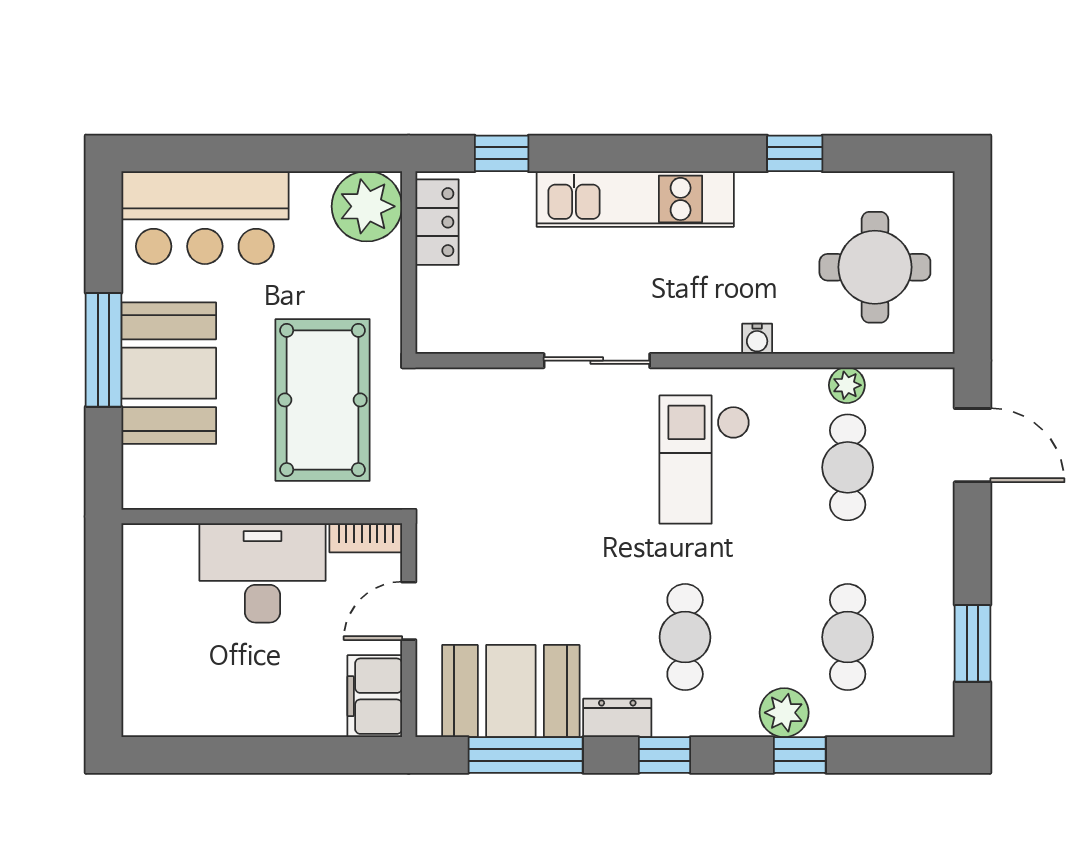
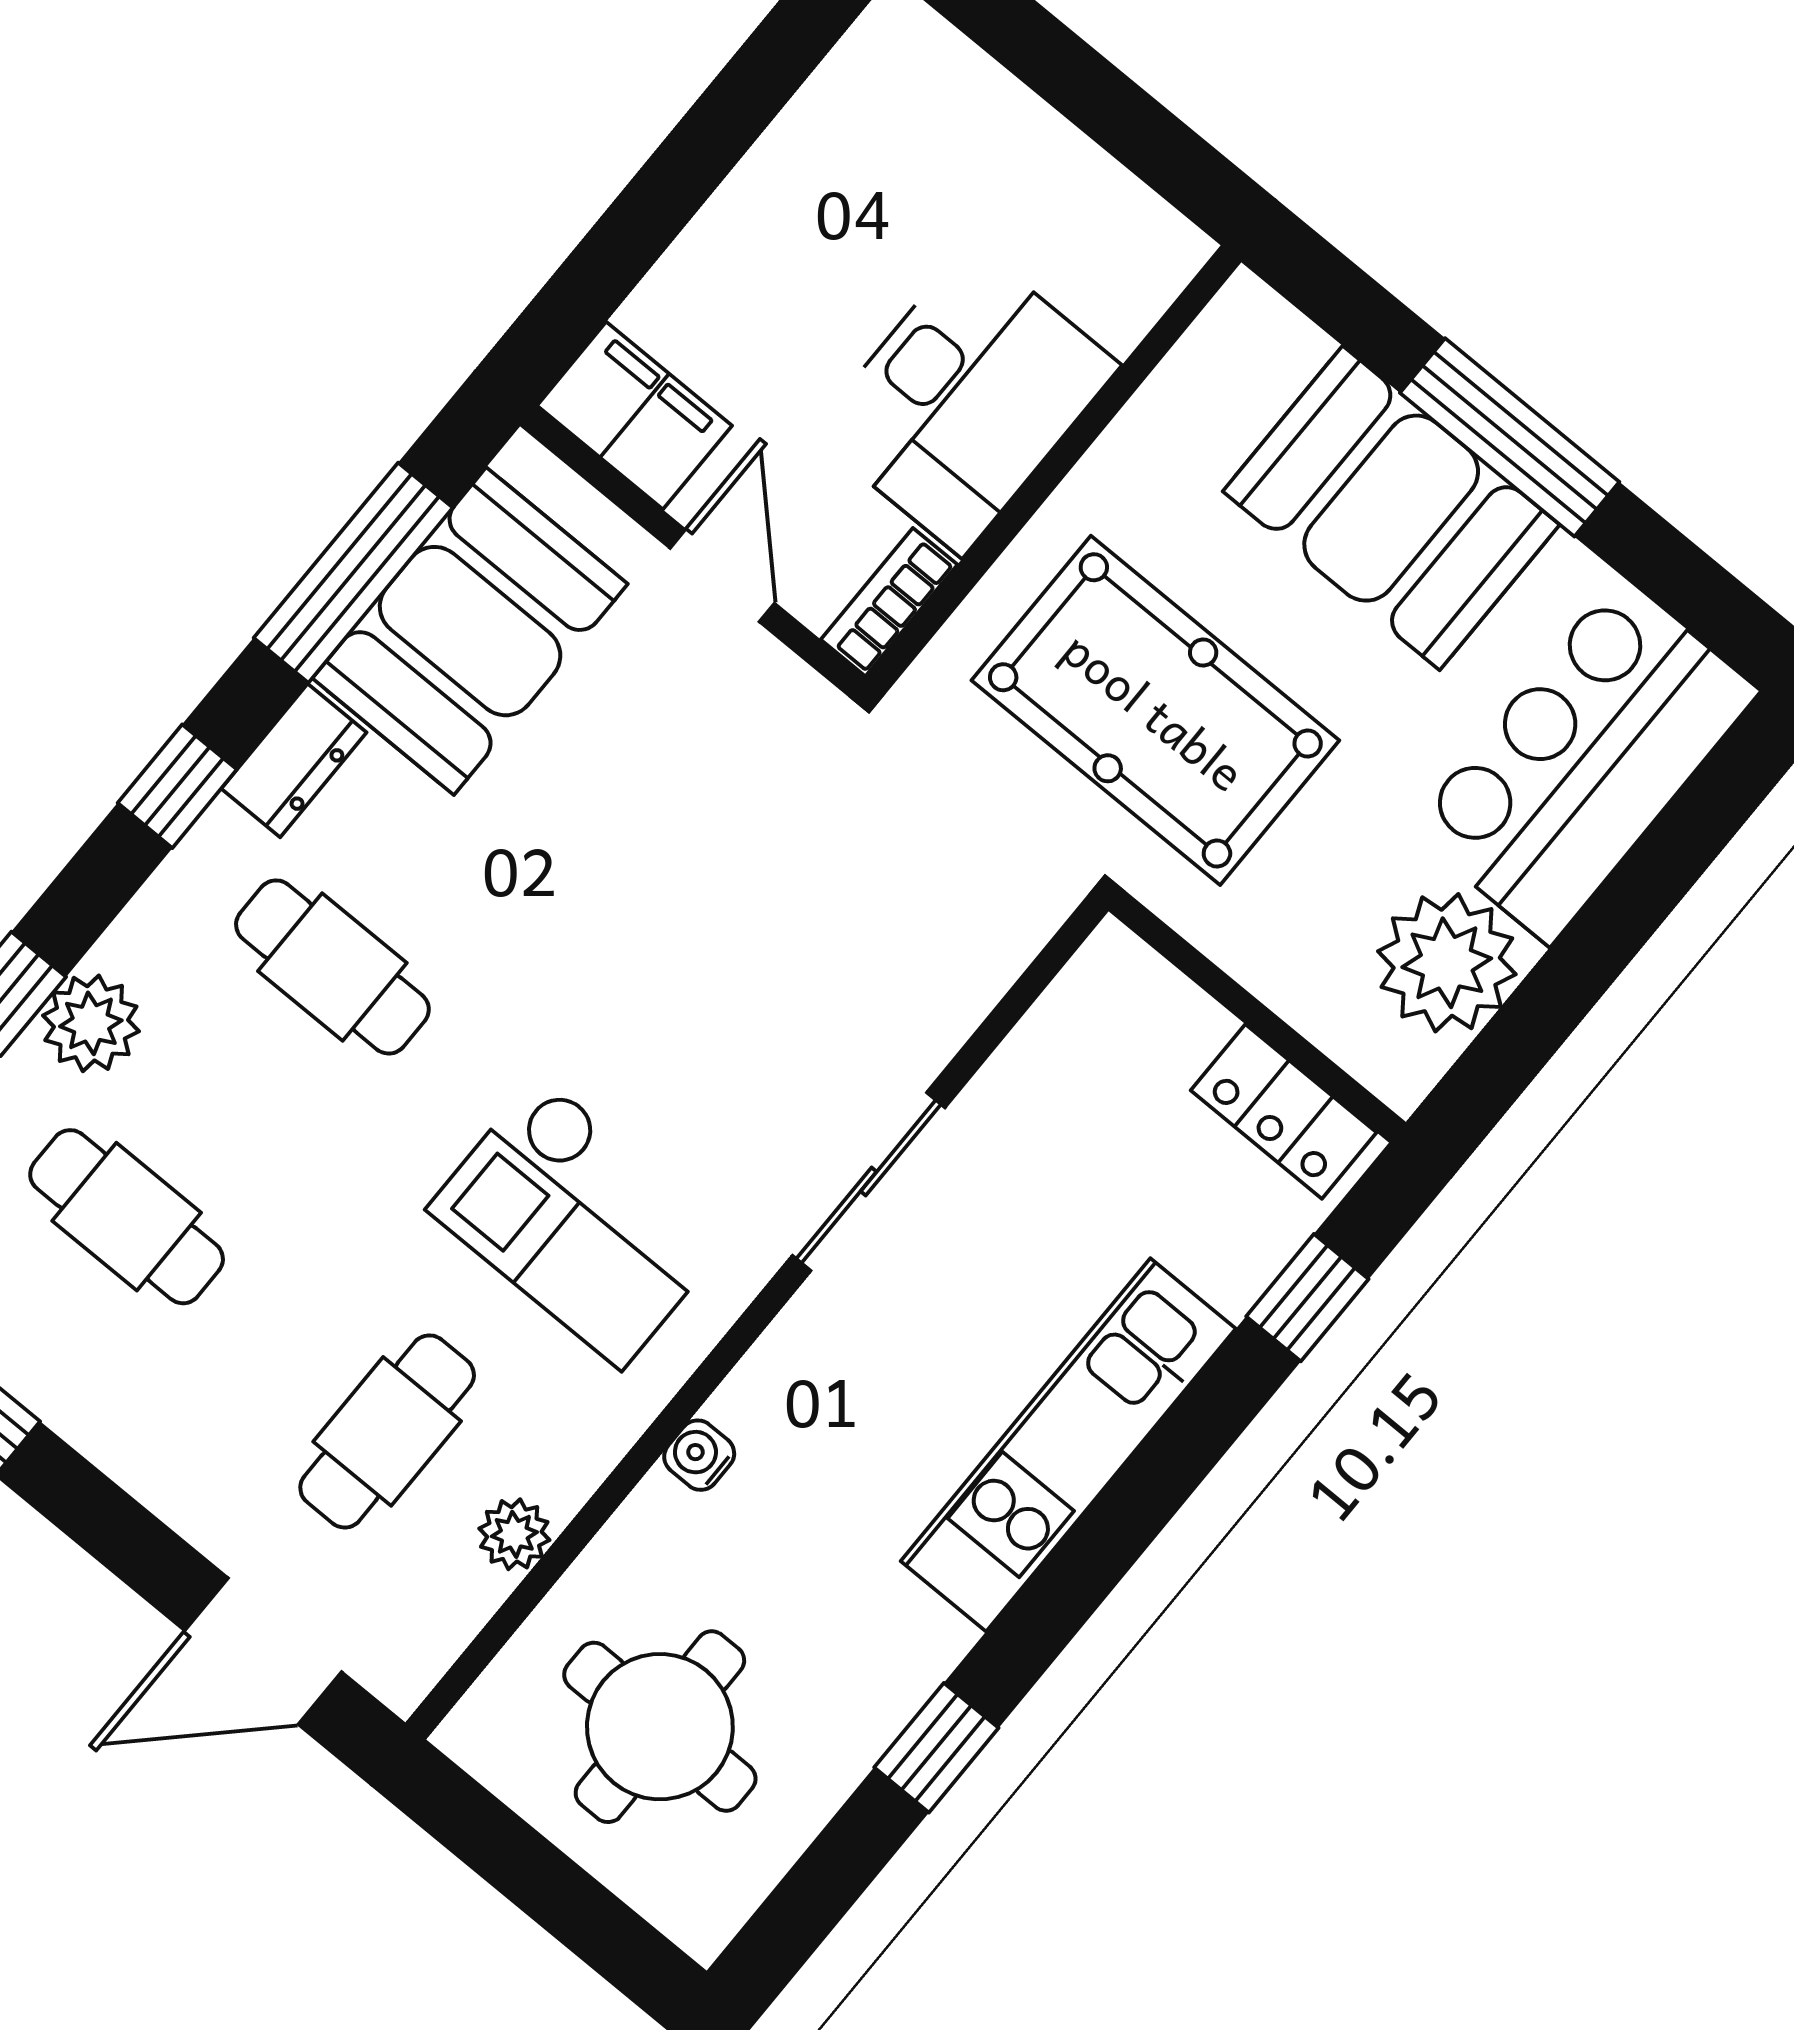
plant: (367, 206) -> (1447, 963), moved
checkout: (705, 460) -> (580, 1222), turned 180
cafe table: (848, 467) -> (387, 1431), turned 90

